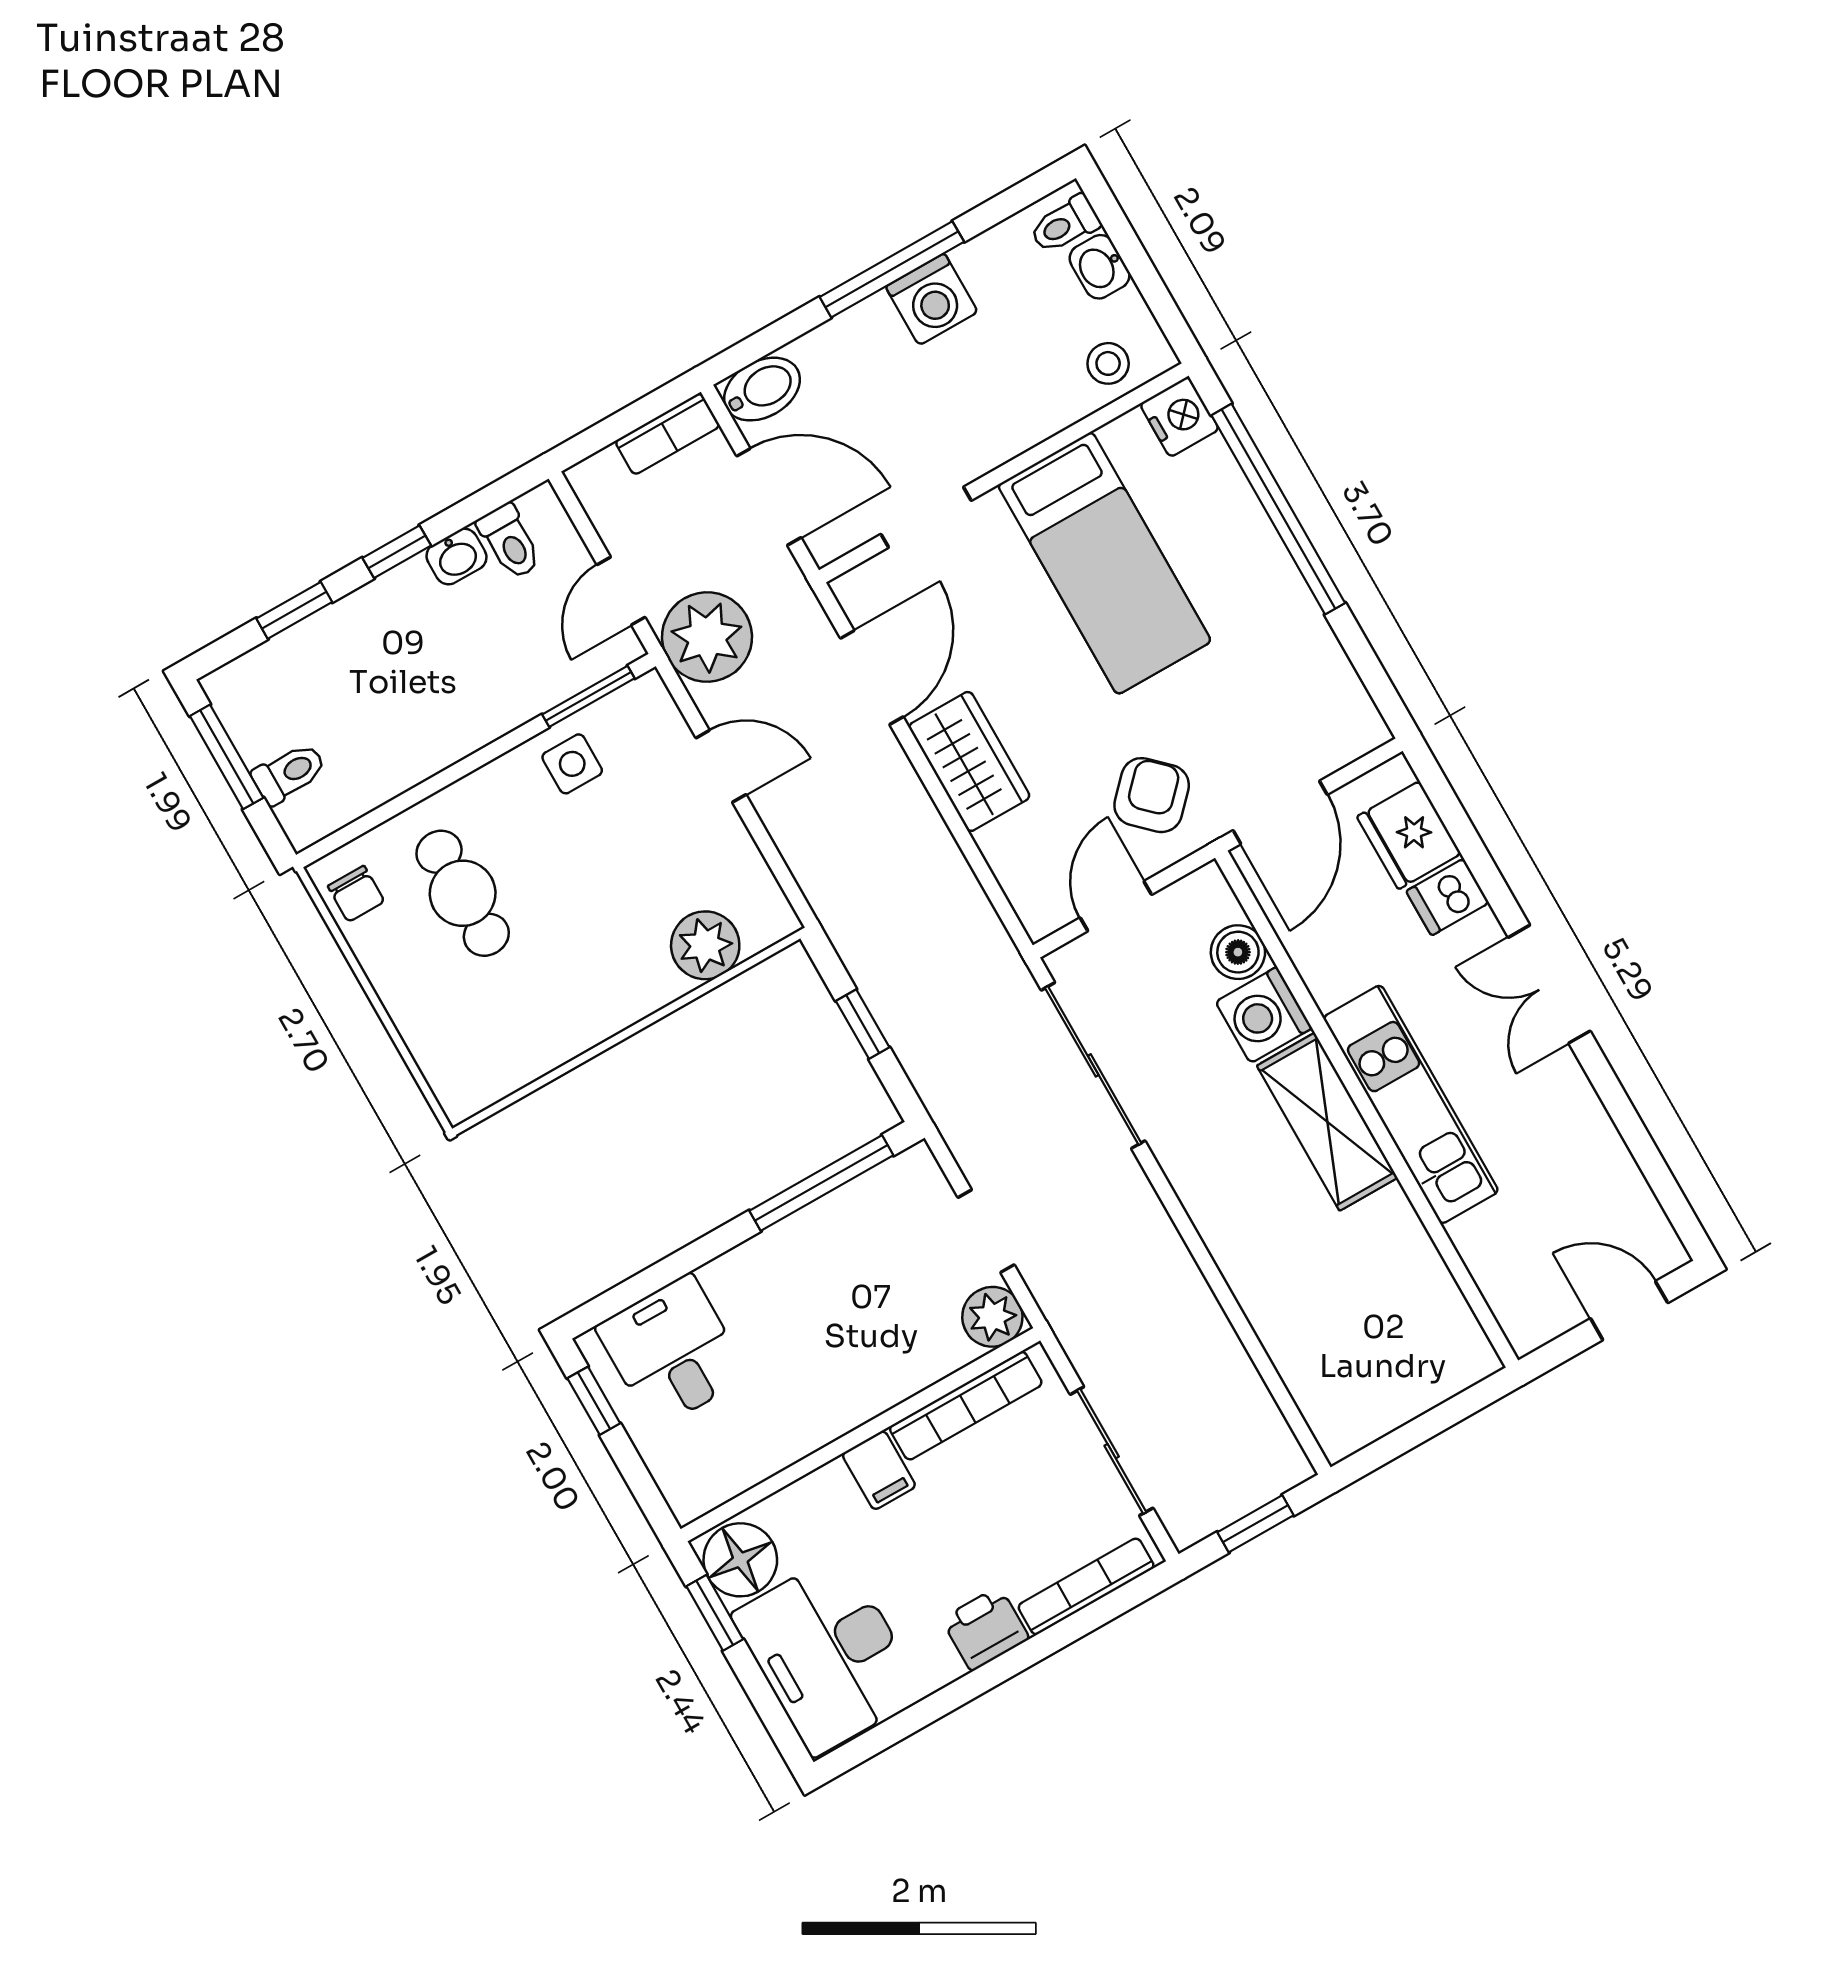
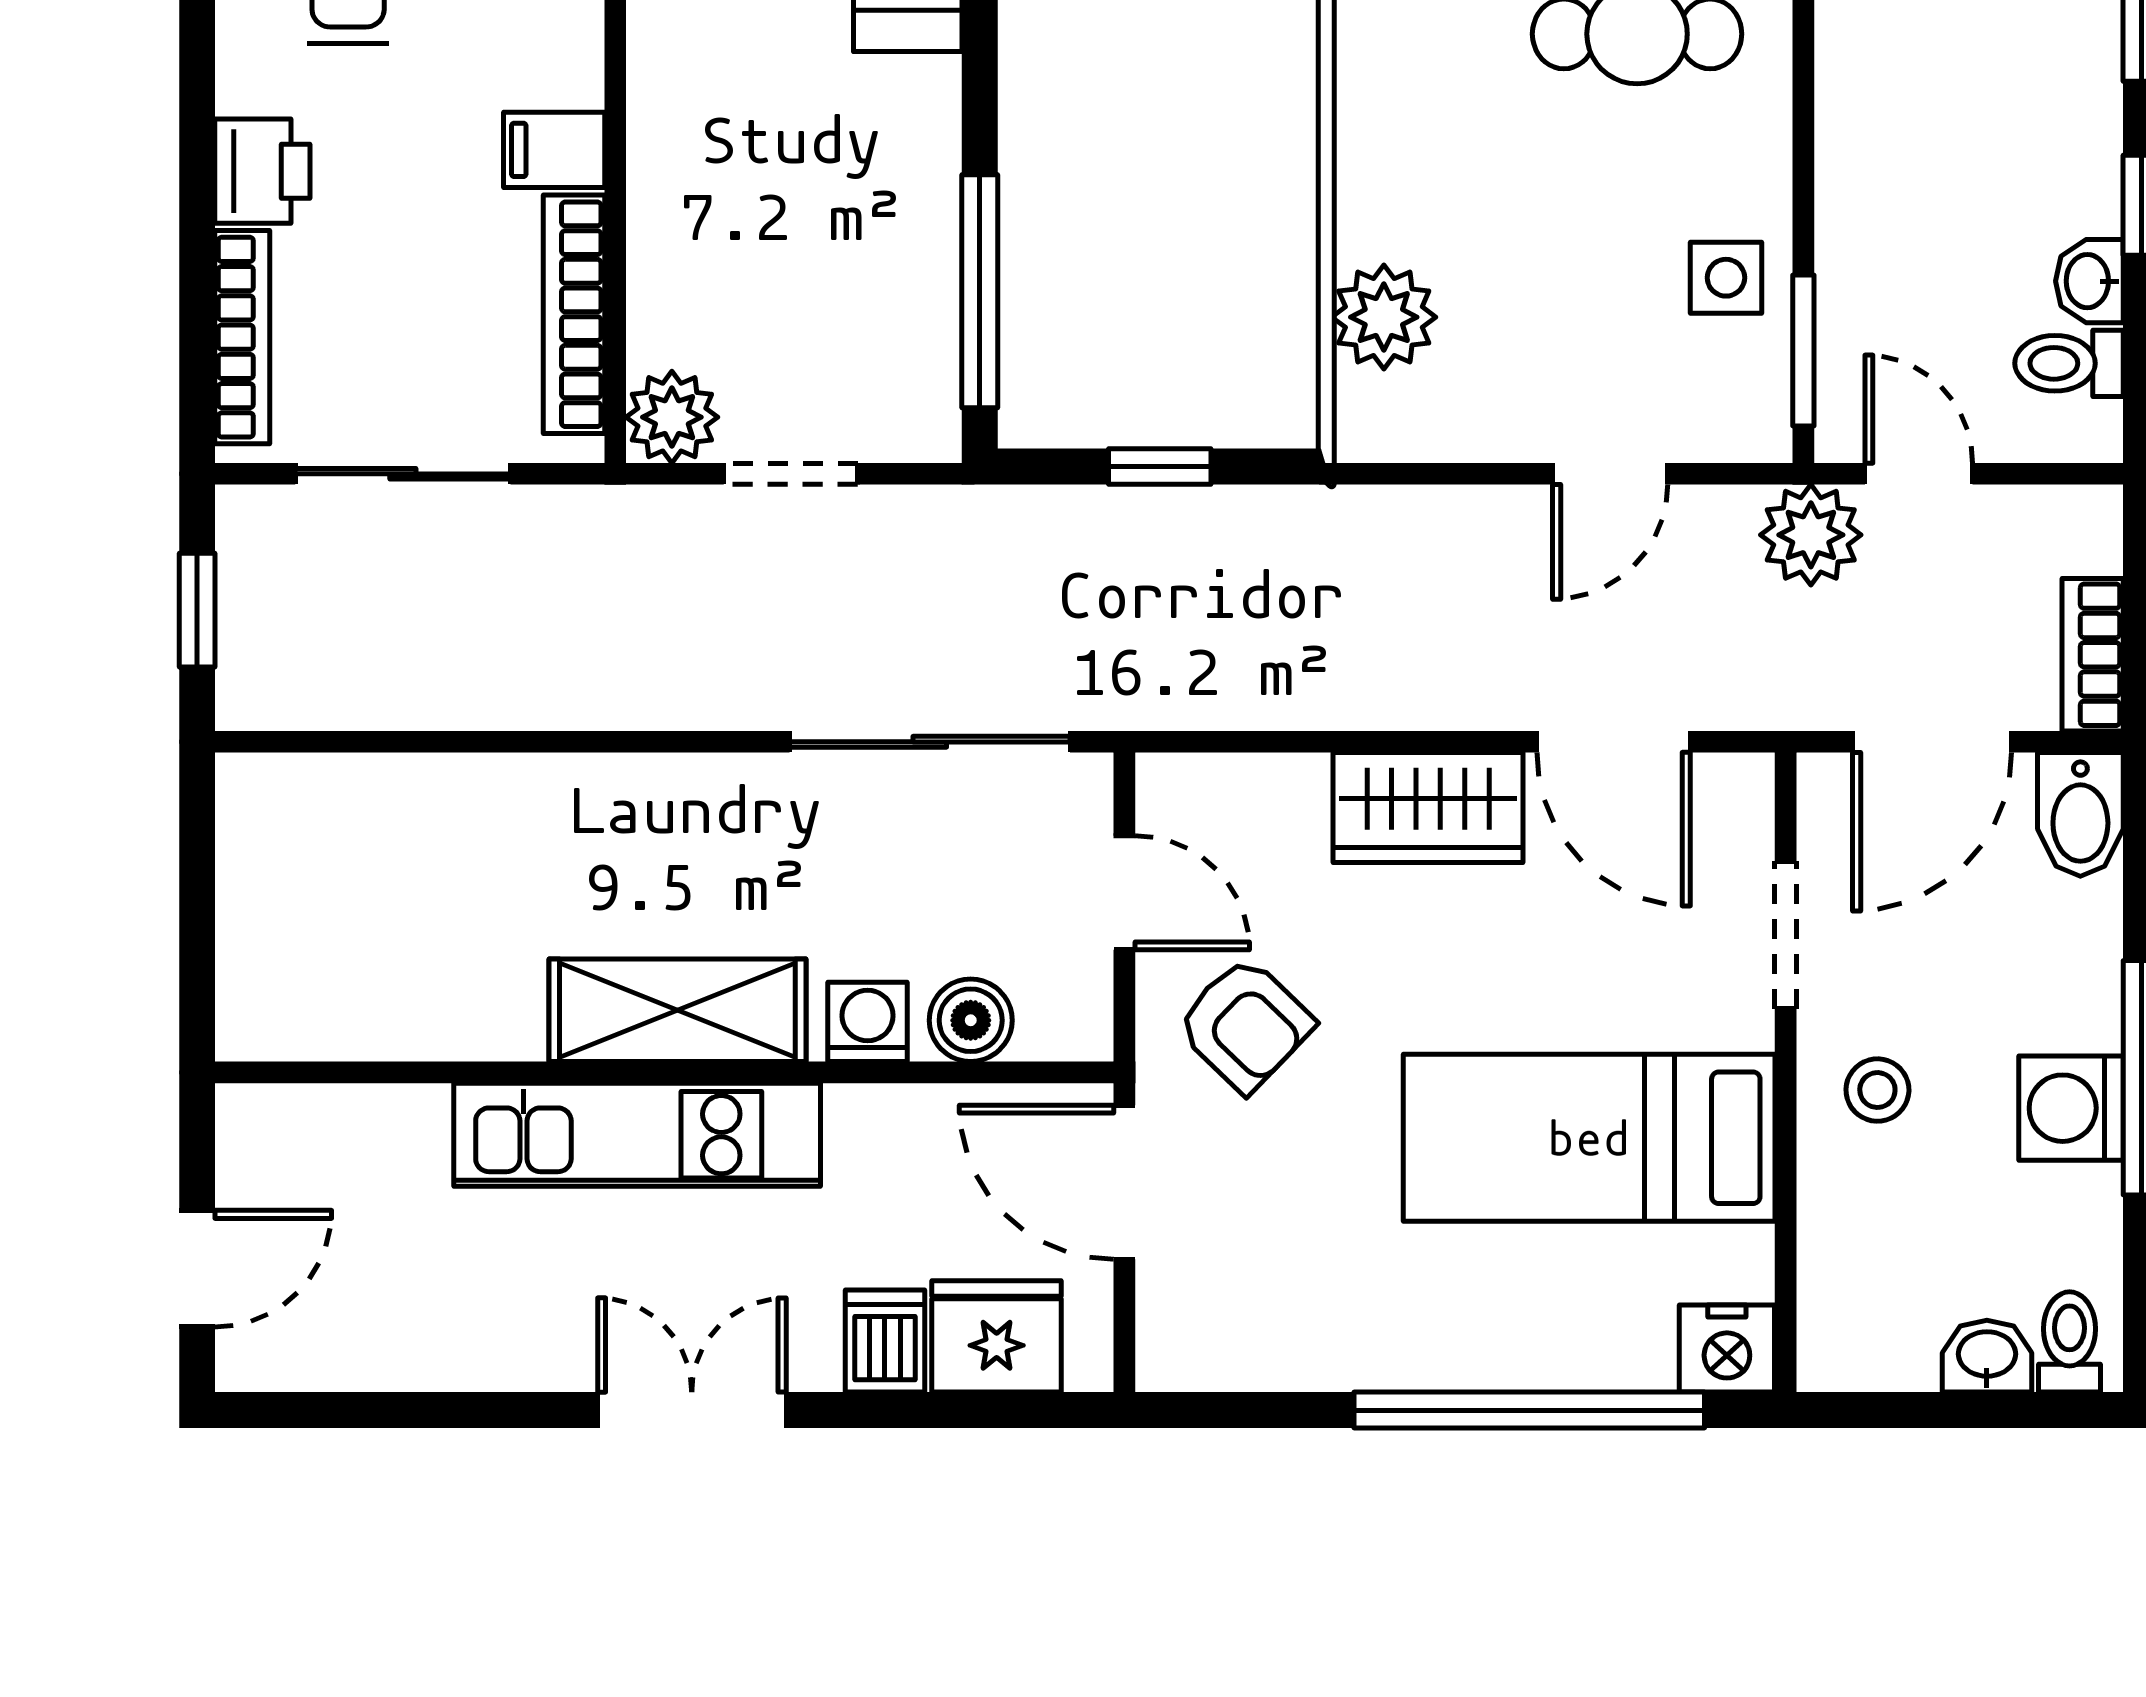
stool: (1108, 363) -> (1877, 1090), moved
plant: (707, 637) -> (1811, 535), width x0.73, depth x0.73
washing machine: (1264, 1015) -> (868, 1022), width x0.73, depth x0.73

